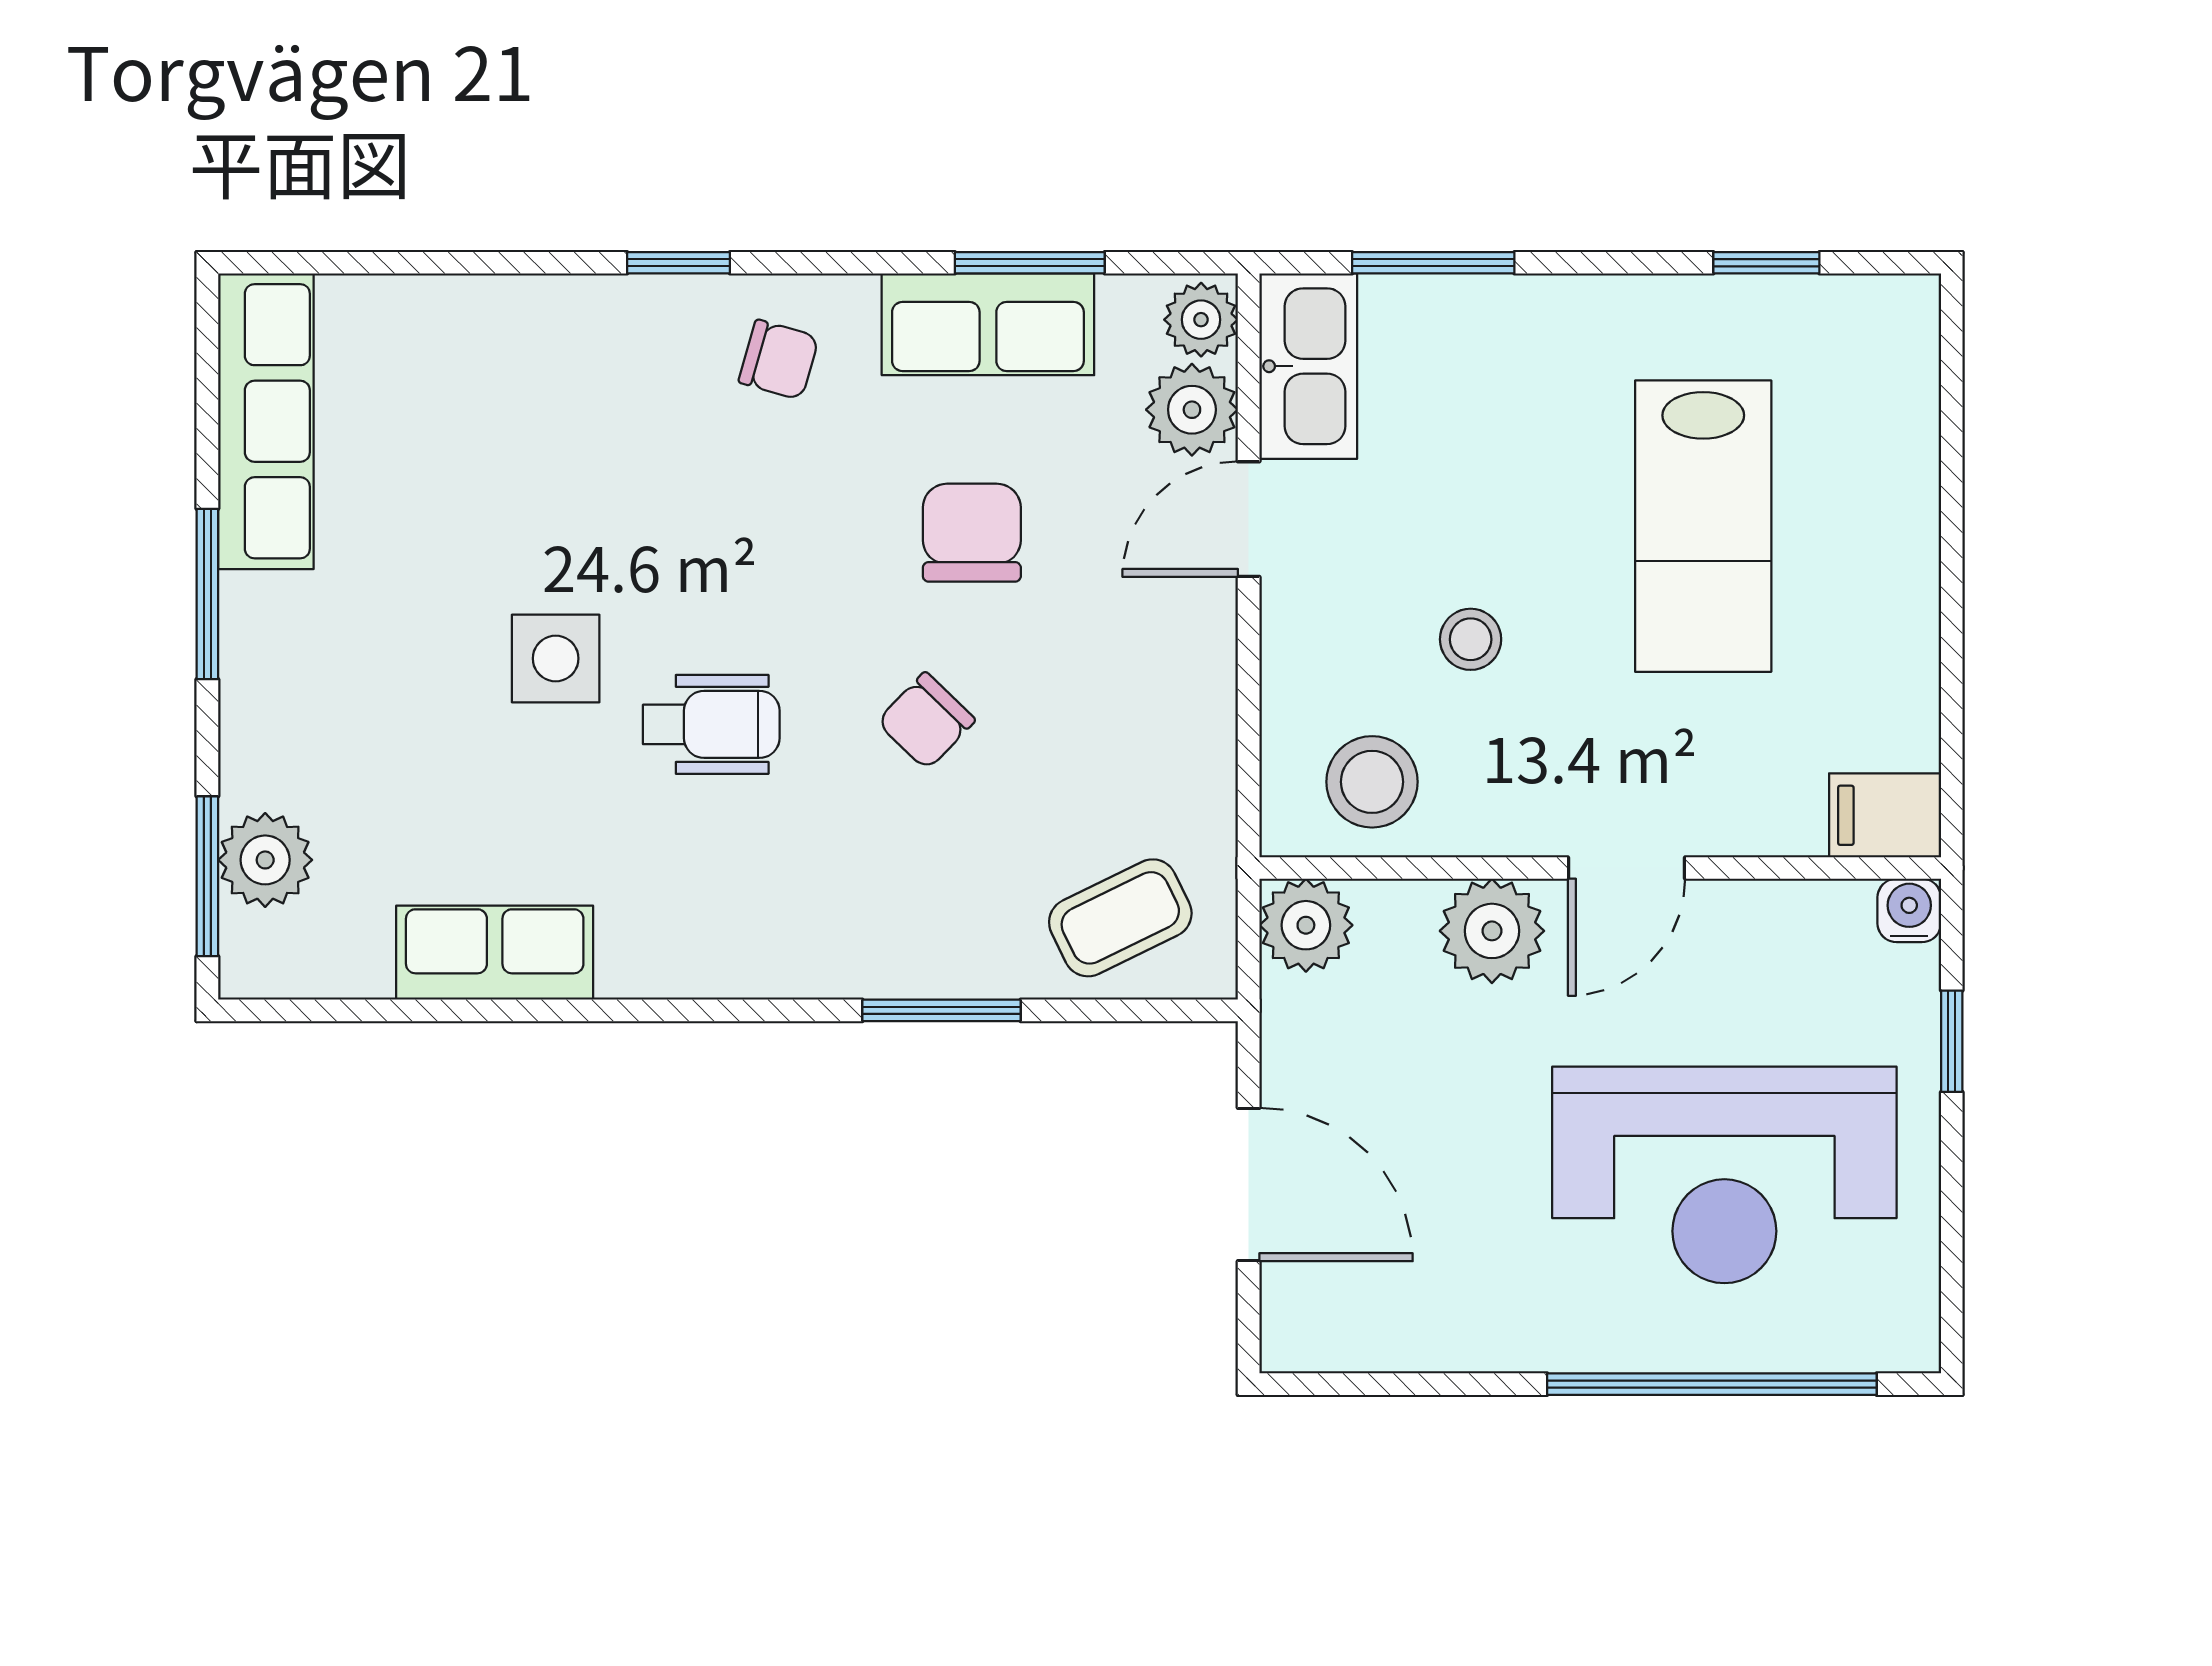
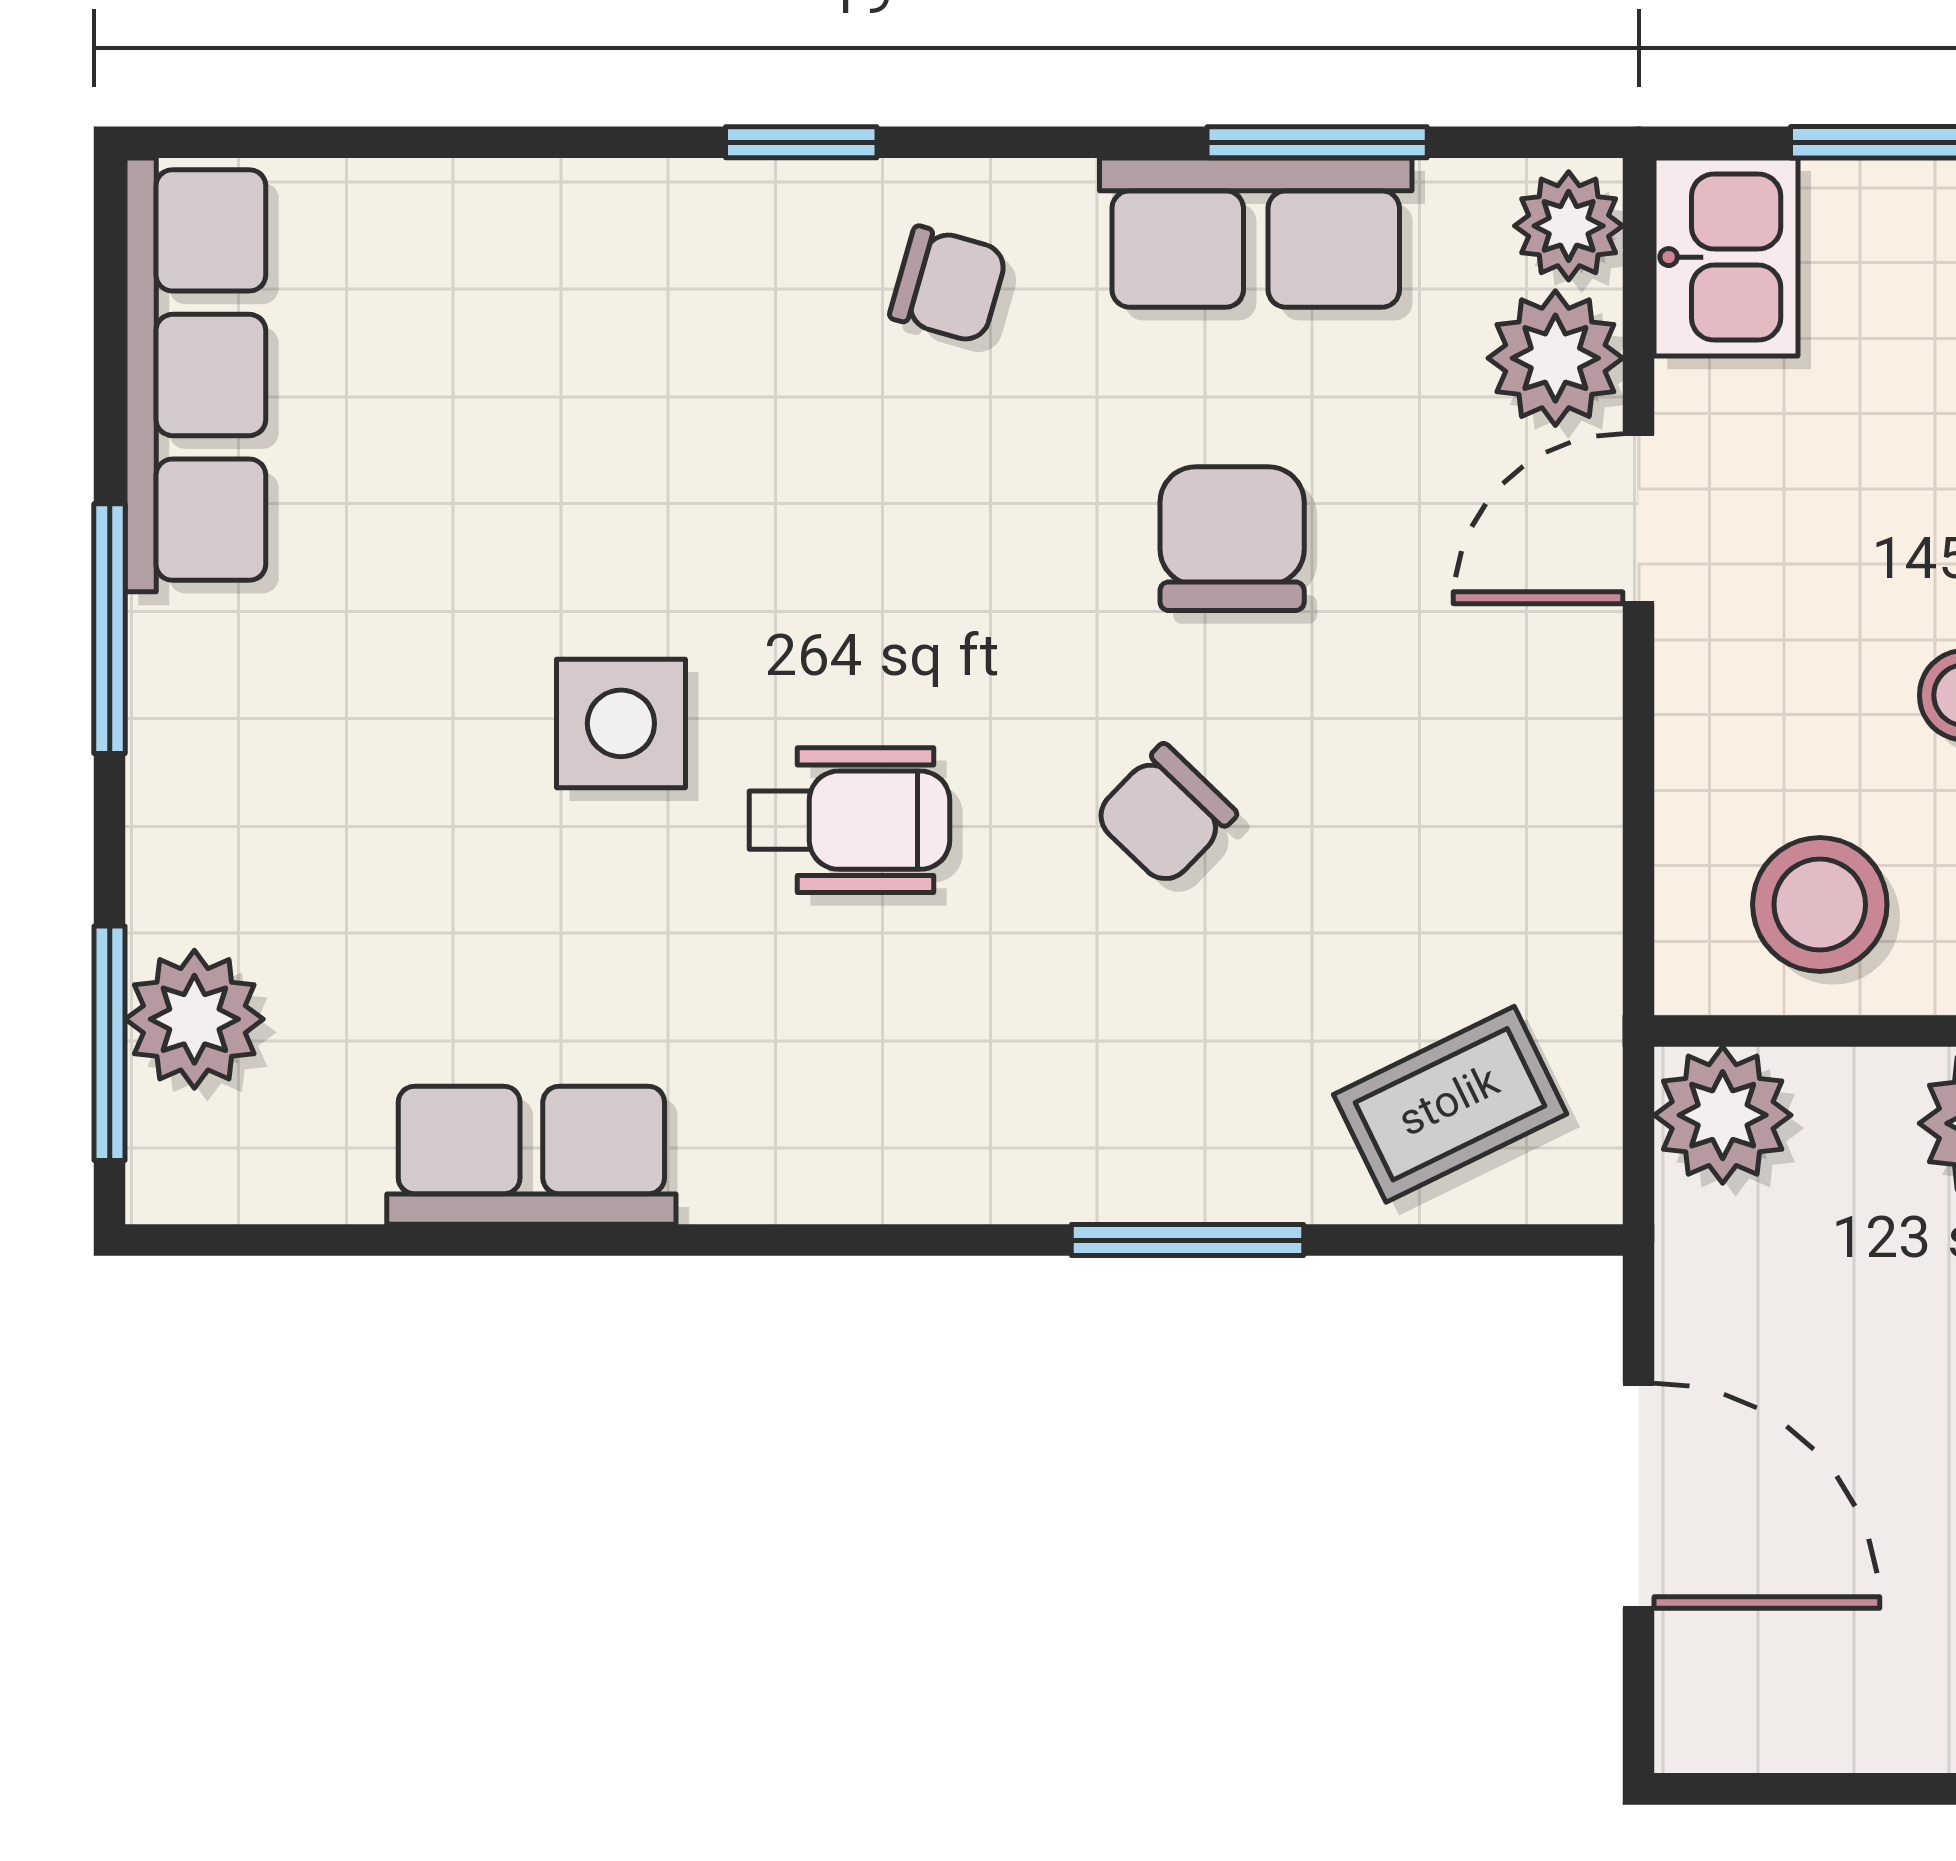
kitchen sink: (1308, 366) -> (1726, 257), width x0.73

